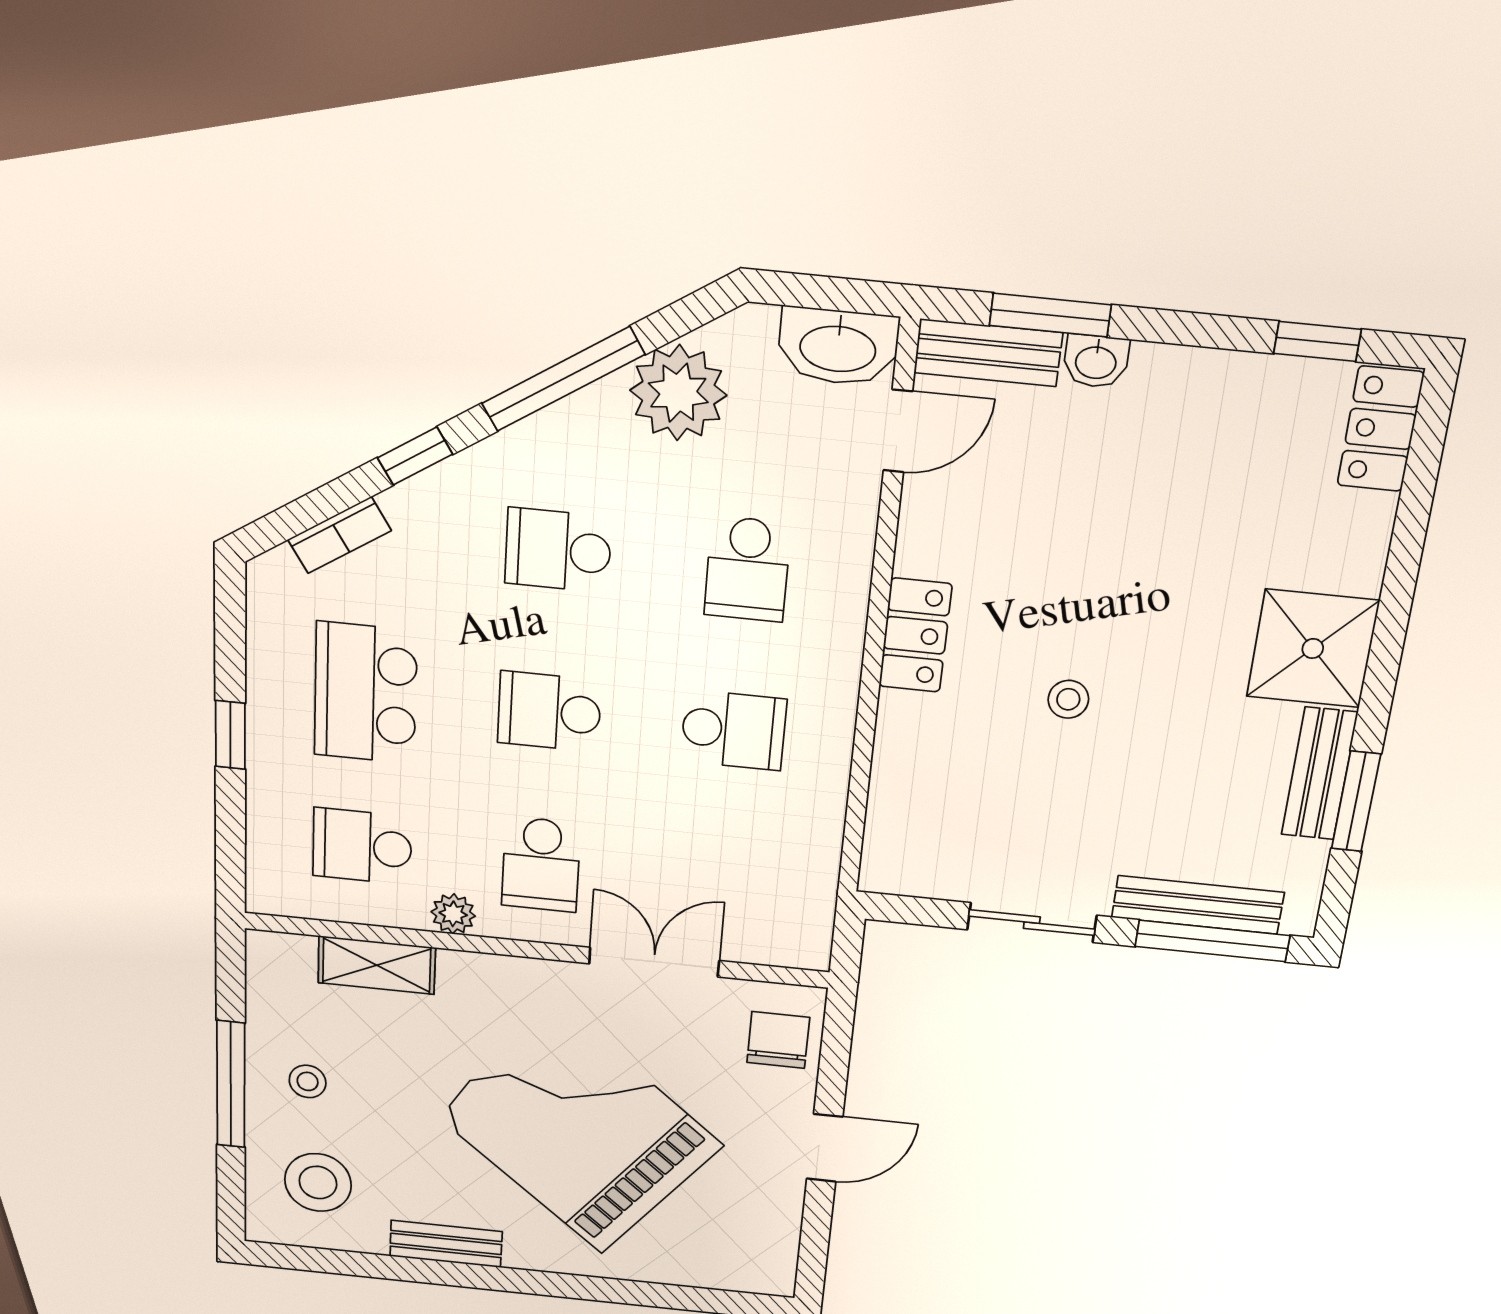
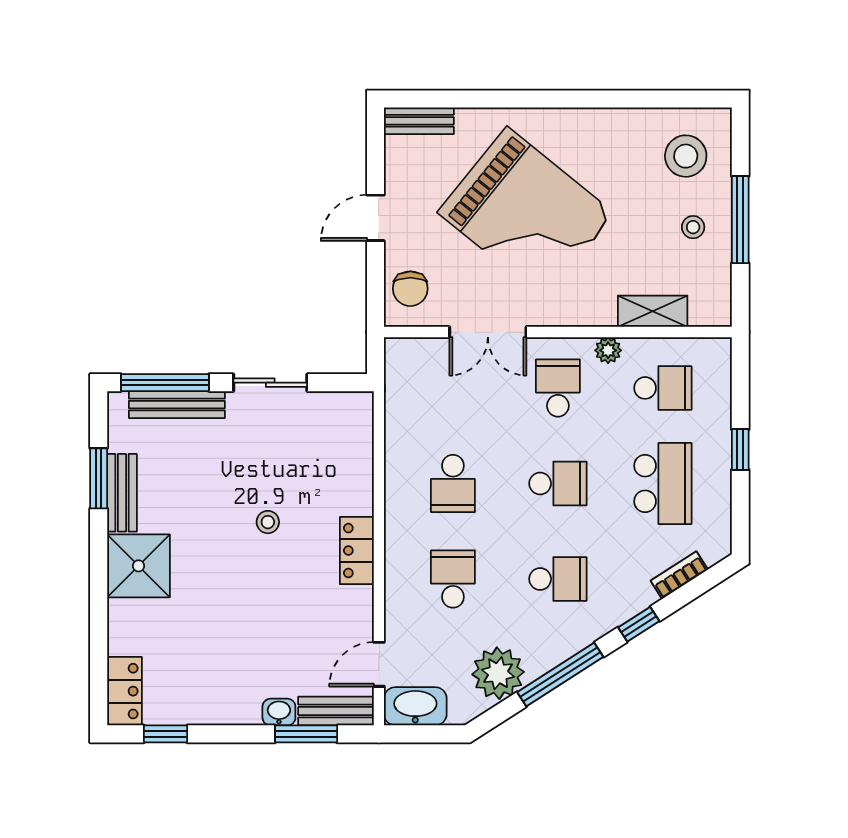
school desk: (733, 730) -> (453, 483), turned -90
bench: (446, 1244) -> (419, 121), moved

